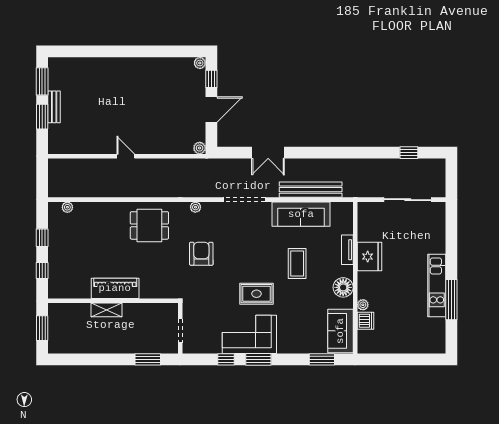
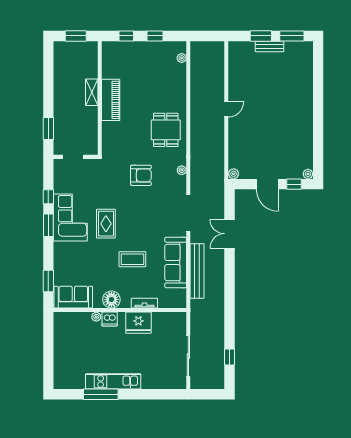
dishwasher: (365, 321) -> (110, 319), moved

